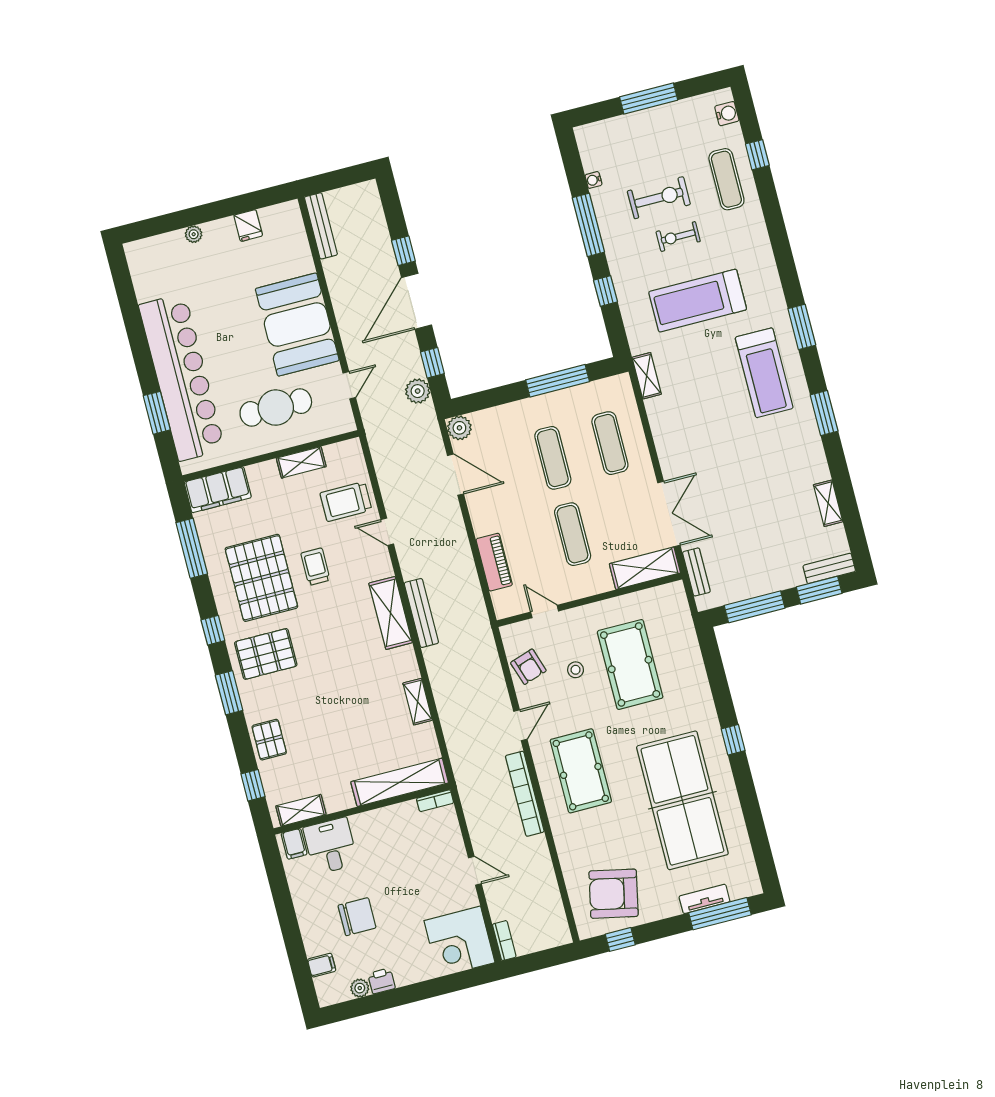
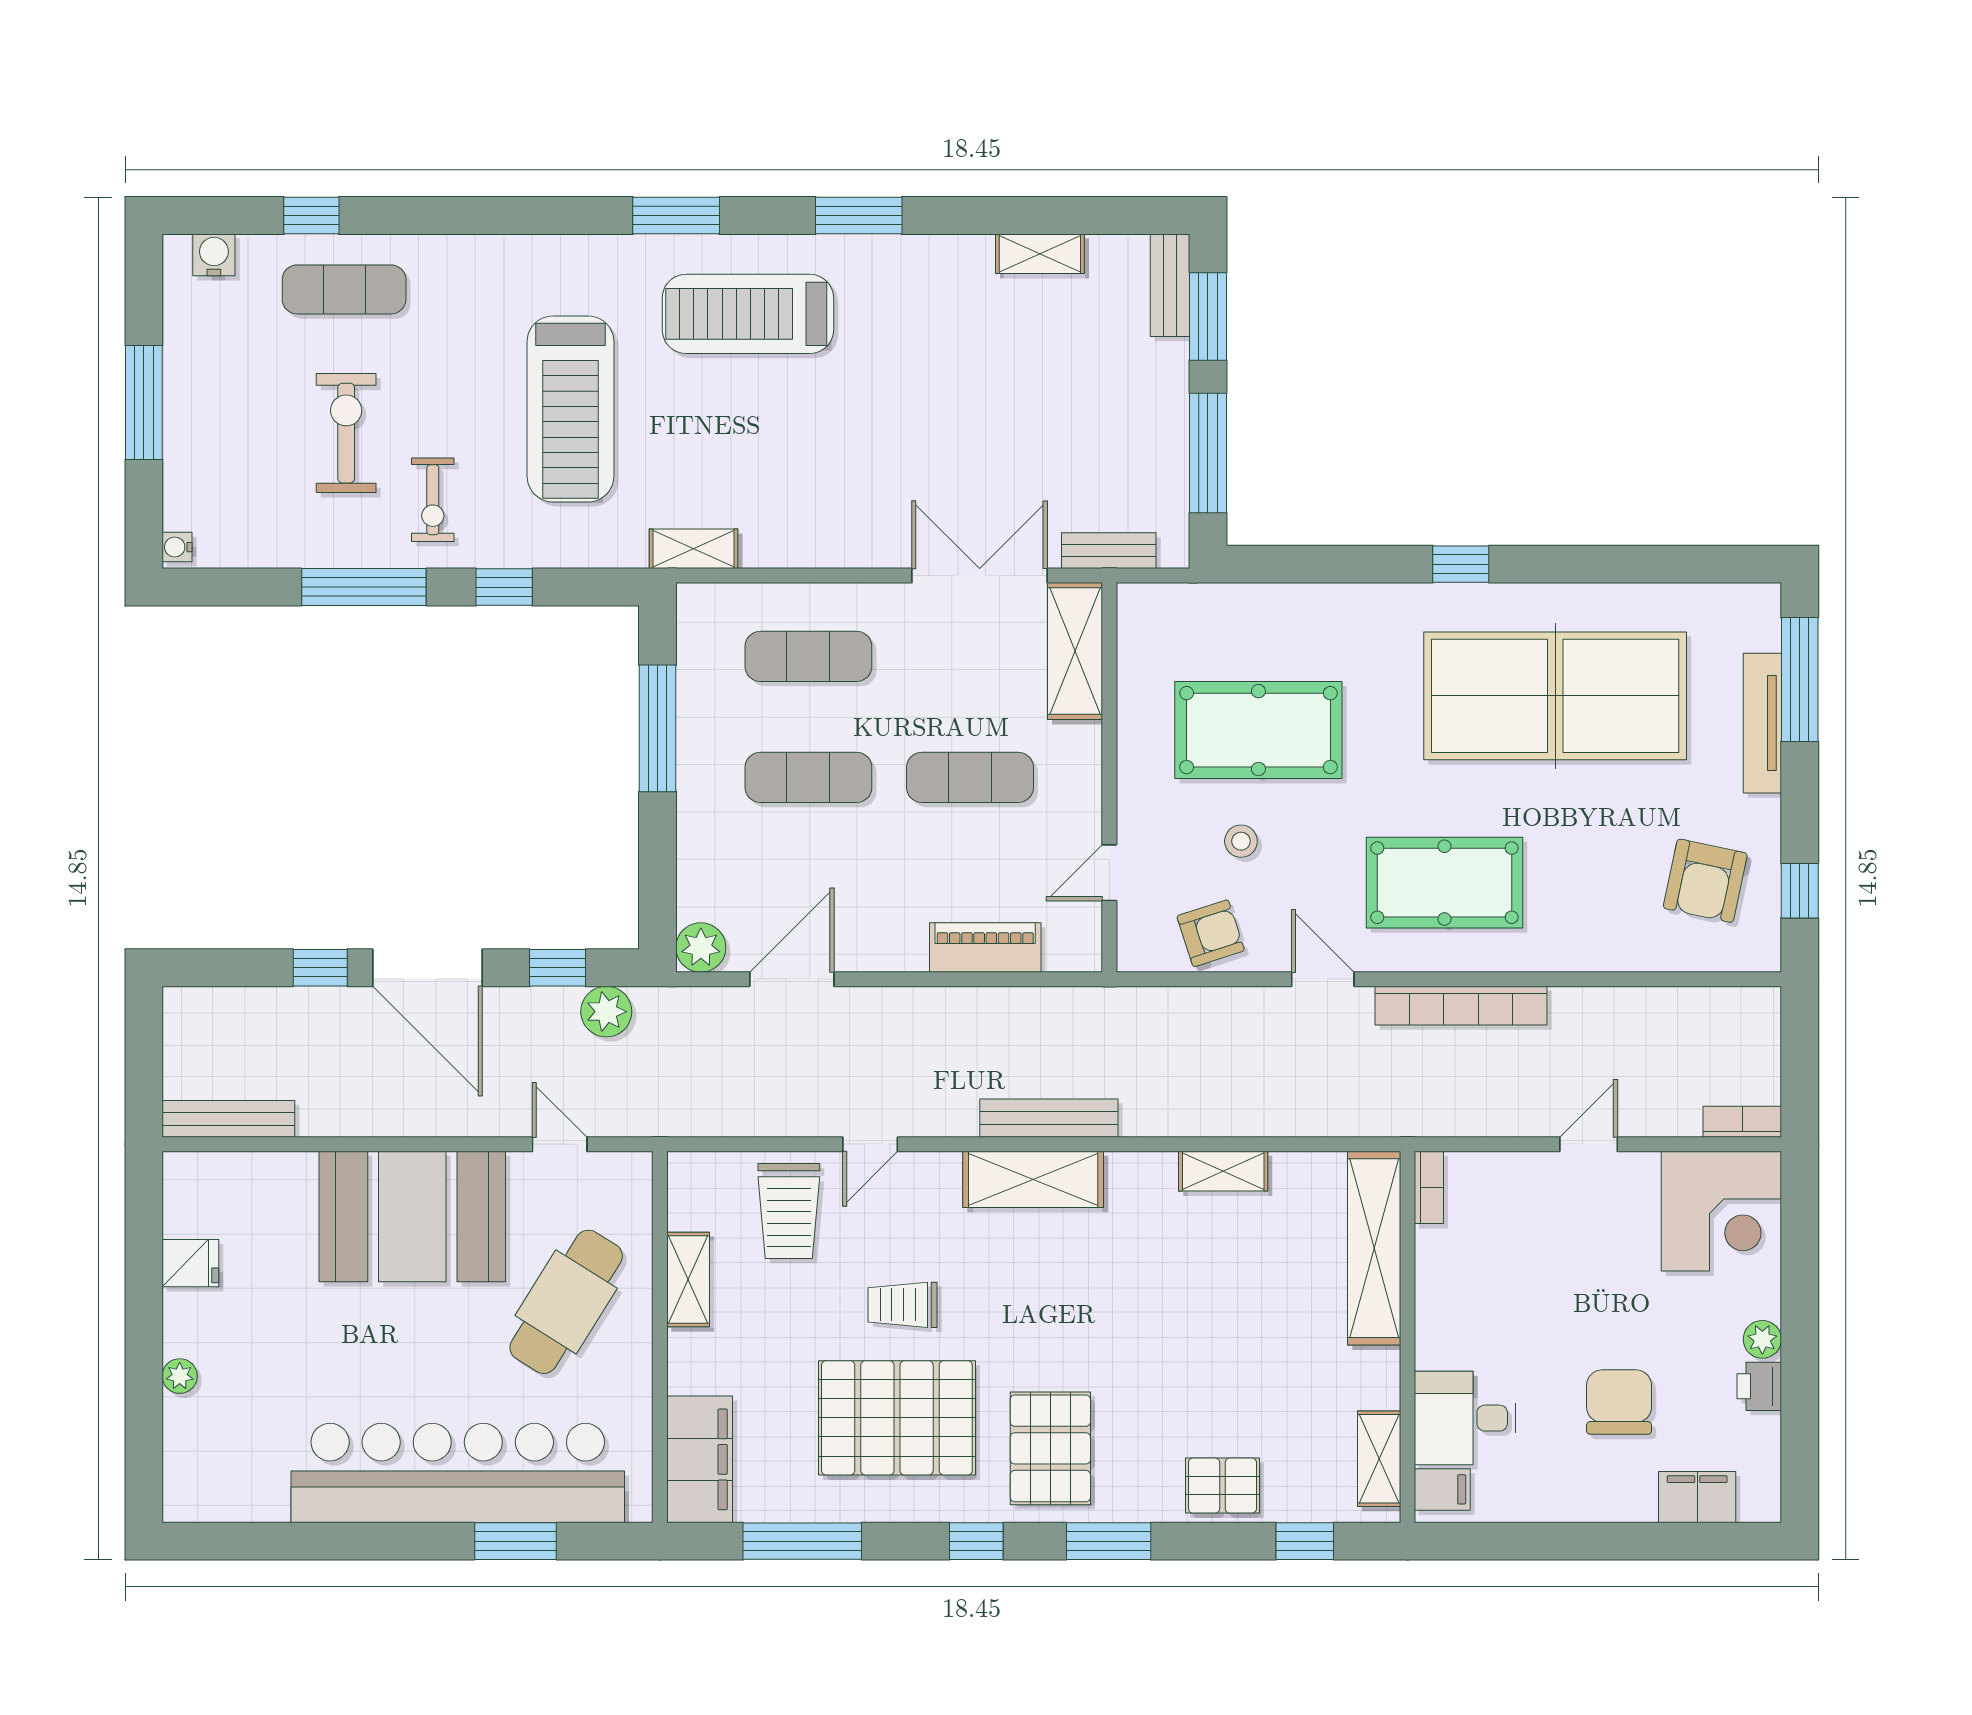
water cooler: (593, 180) -> (177, 547), moved, turned 90
exercise bike: (678, 237) -> (433, 500), moved
treadmill: (764, 373) -> (748, 314), turned 180
cafe table: (276, 408) -> (566, 1302), turned 32
armchair: (614, 894) -> (1705, 881), width x0.73, depth x0.73
tv unit: (704, 899) -> (1762, 723), width x1.41
filing cabinet: (322, 965) -> (1697, 1497), width x2.00
plant: (360, 988) -> (1762, 1339), moved

